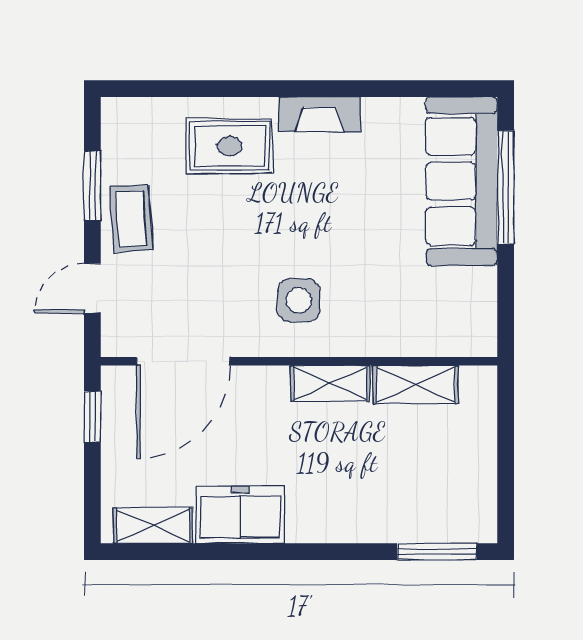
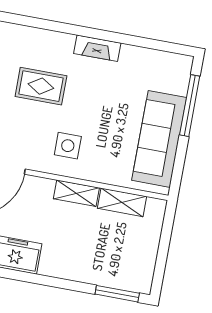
rug: (229, 146) -> (41, 86), moved
sofa: (462, 181) -> (159, 139), moved

